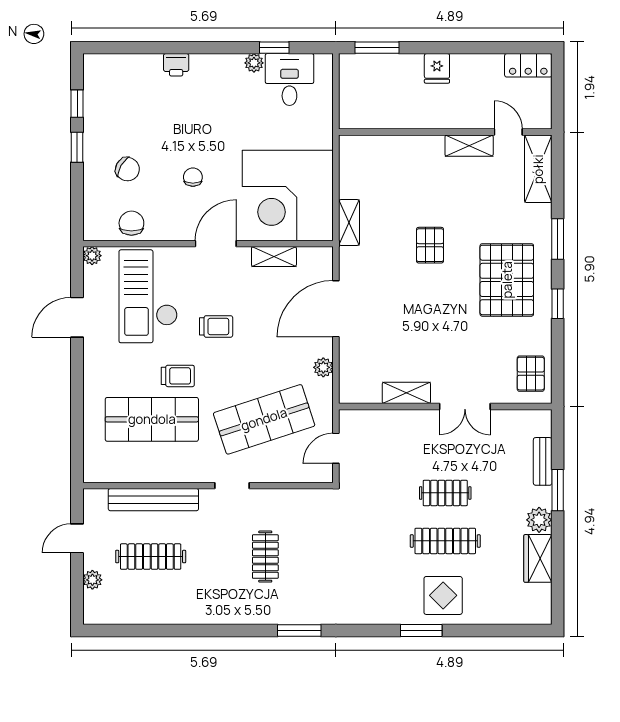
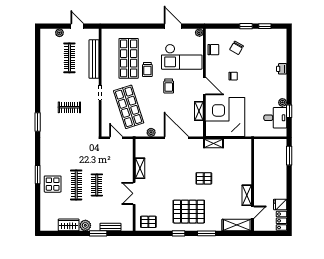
fridge: (437, 68) -> (280, 204), moved
checkout: (148, 296) -> (182, 57), turned 180

